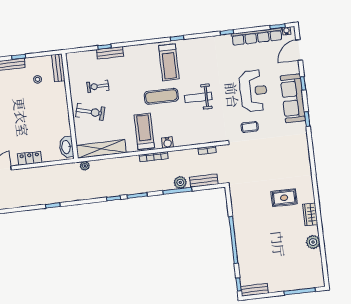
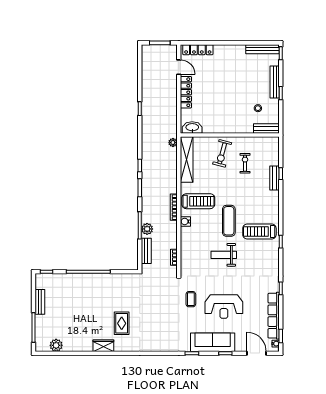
weight bench: (198, 97) -> (224, 255), turned -90
locker: (30, 158) -> (186, 92), width x1.53
plant: (313, 242) -> (56, 345), moved
bench: (254, 290) -> (40, 302), moved

